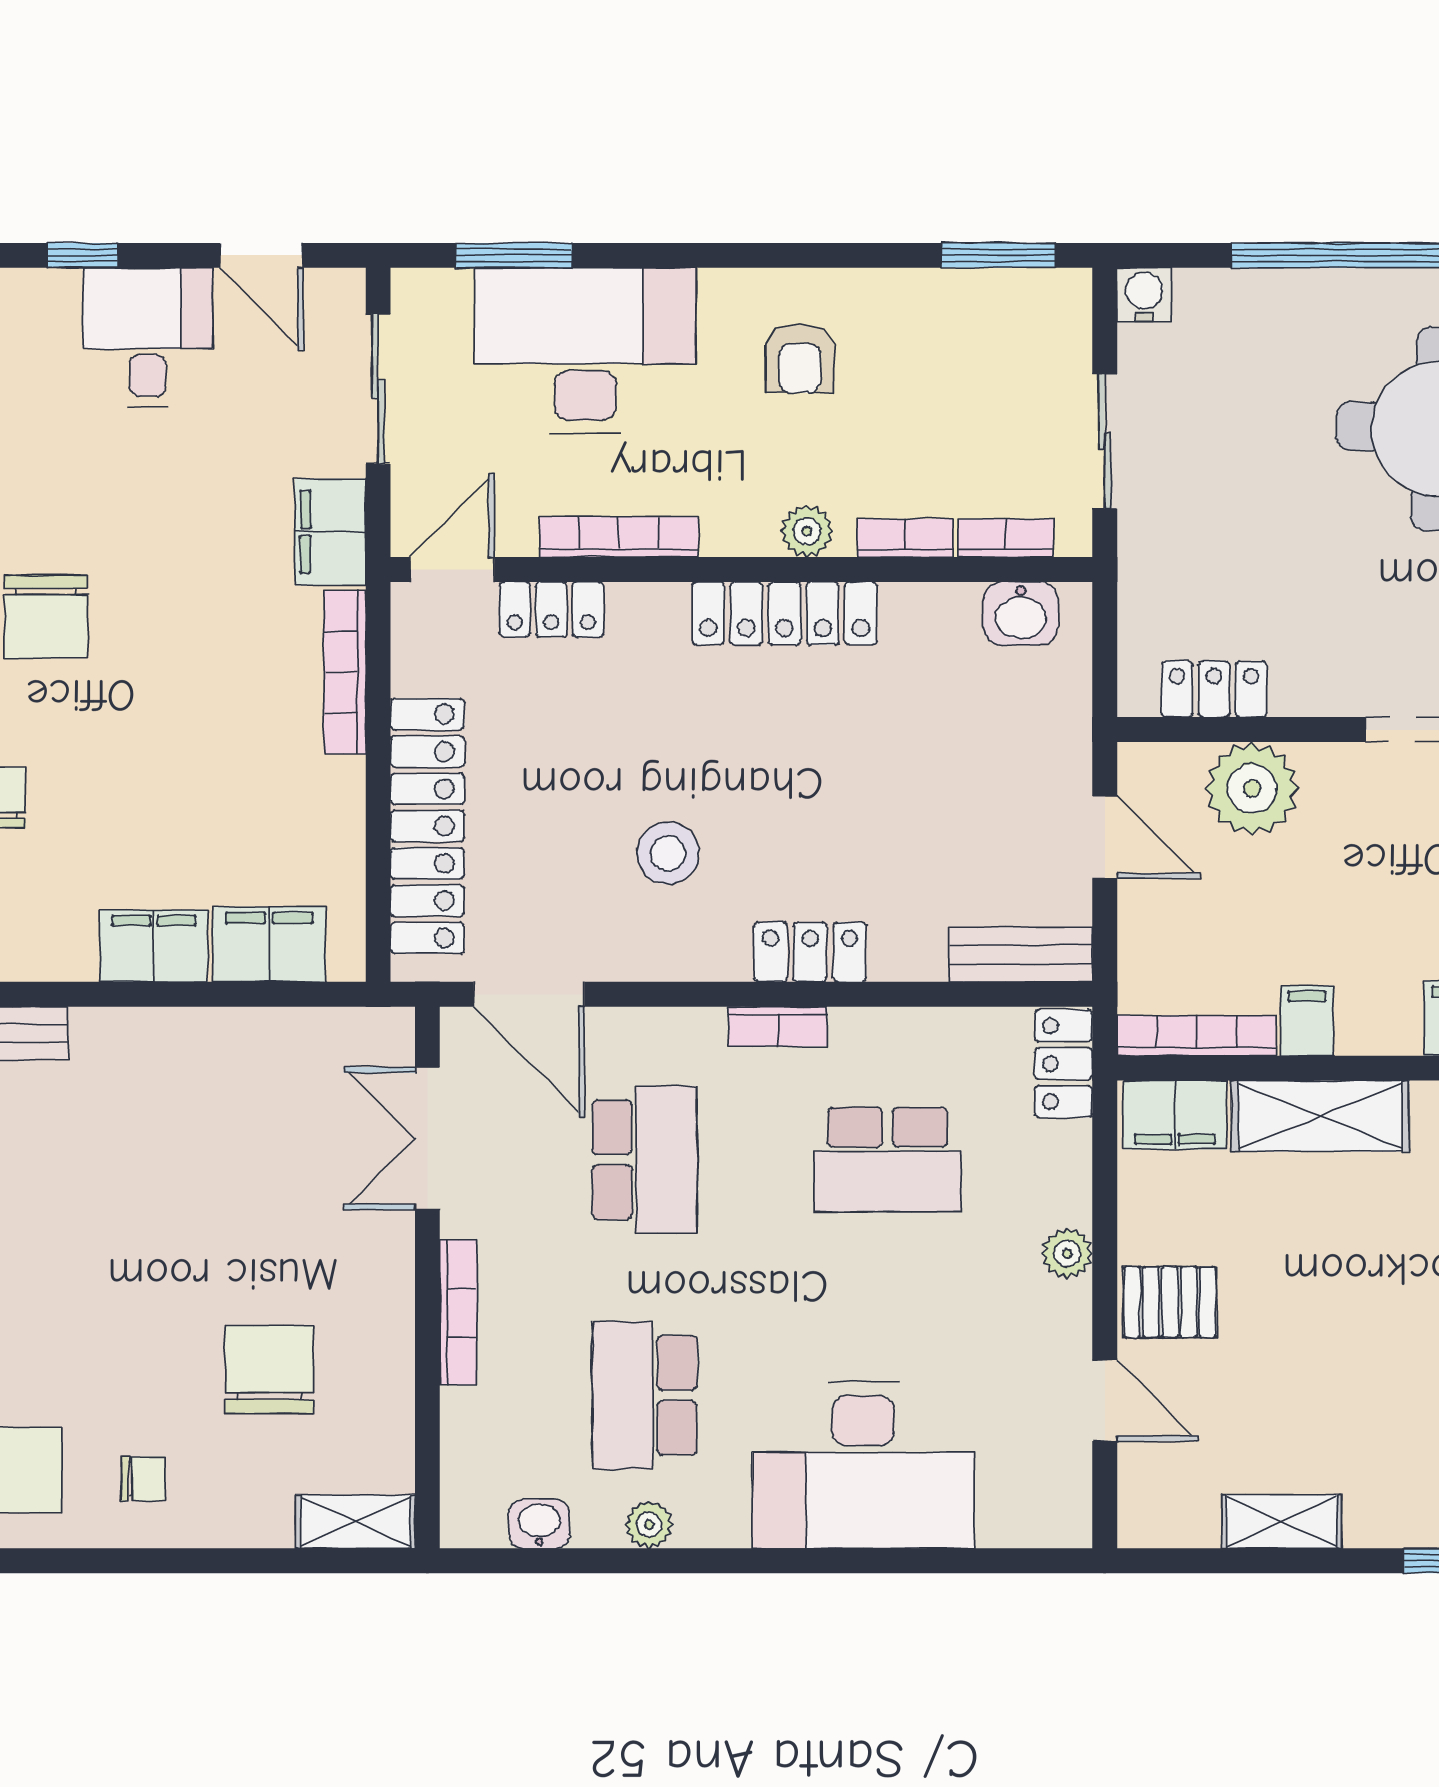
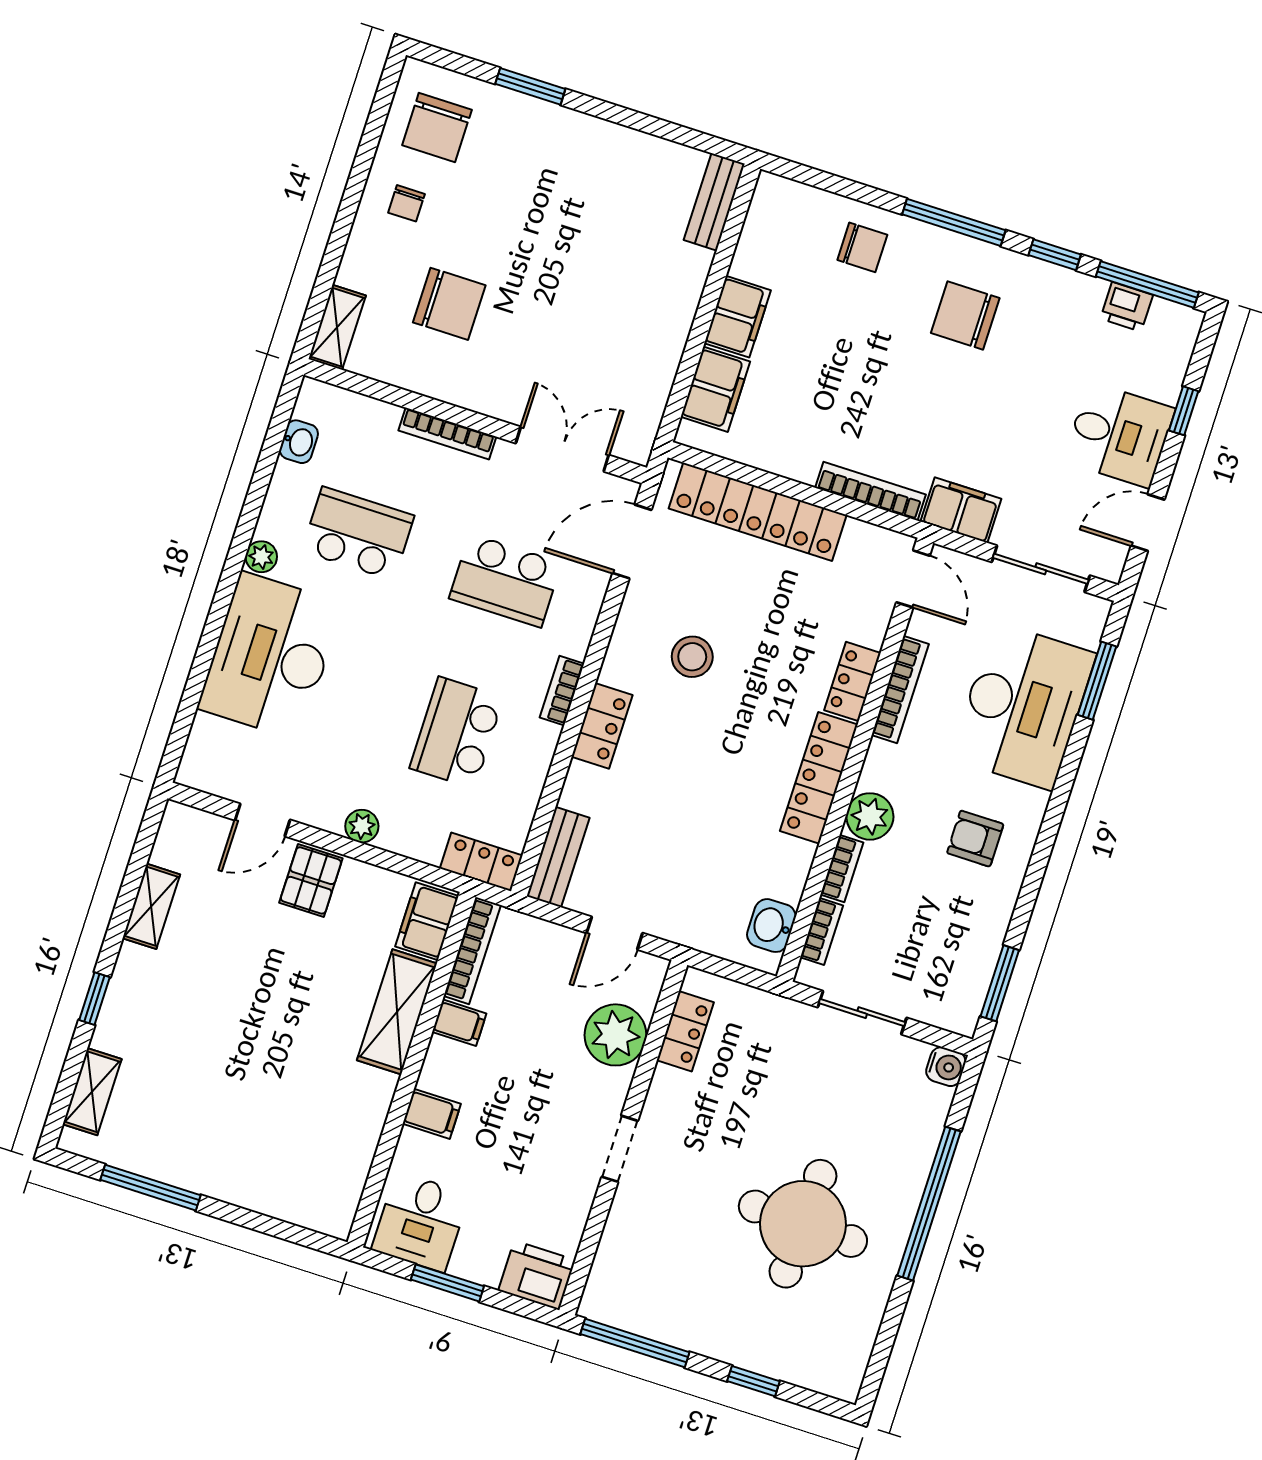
plant: (807, 531) -> (870, 816), width x1.38, depth x1.38
locker: (551, 609) -> (852, 682), moved
plant: (649, 1525) -> (261, 557), moved

